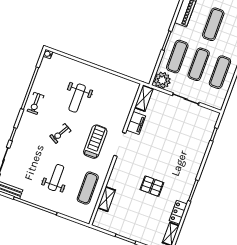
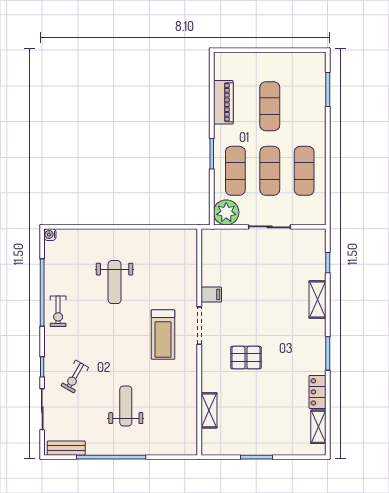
shelving: (144, 98) -> (318, 299), moved
filing cabinet: (136, 123) -> (211, 295), width x0.50
exercise bike: (60, 133) -> (75, 377), moved
treadmill: (95, 142) -> (163, 335), turned 180
pallet: (152, 186) -> (246, 358), moved
exercise mat: (88, 188) -> (176, 404), removed

